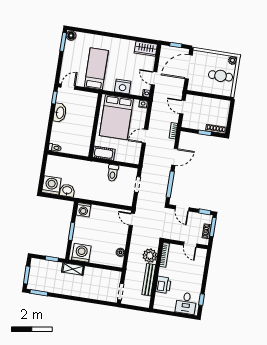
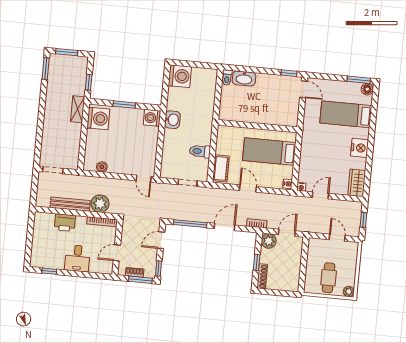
door: (189, 67) -> (337, 238), width x0.53
bed: (96, 69) -> (346, 114), moved, turned 180
nightstand: (123, 87) -> (360, 148), moved, turned 180
washbasin: (60, 113) -> (244, 79), moved
bed: (116, 117) -> (269, 152), width x0.67
plant: (188, 122) -> (269, 241), added
cot: (104, 153) -> (221, 168), moved
door: (175, 157) -> (224, 227), swing flipped
washbasin: (67, 191) -> (172, 120), moved
door: (132, 219) -> (144, 179), swing flipped
desk: (186, 303) -> (77, 258), moved, turned -90

